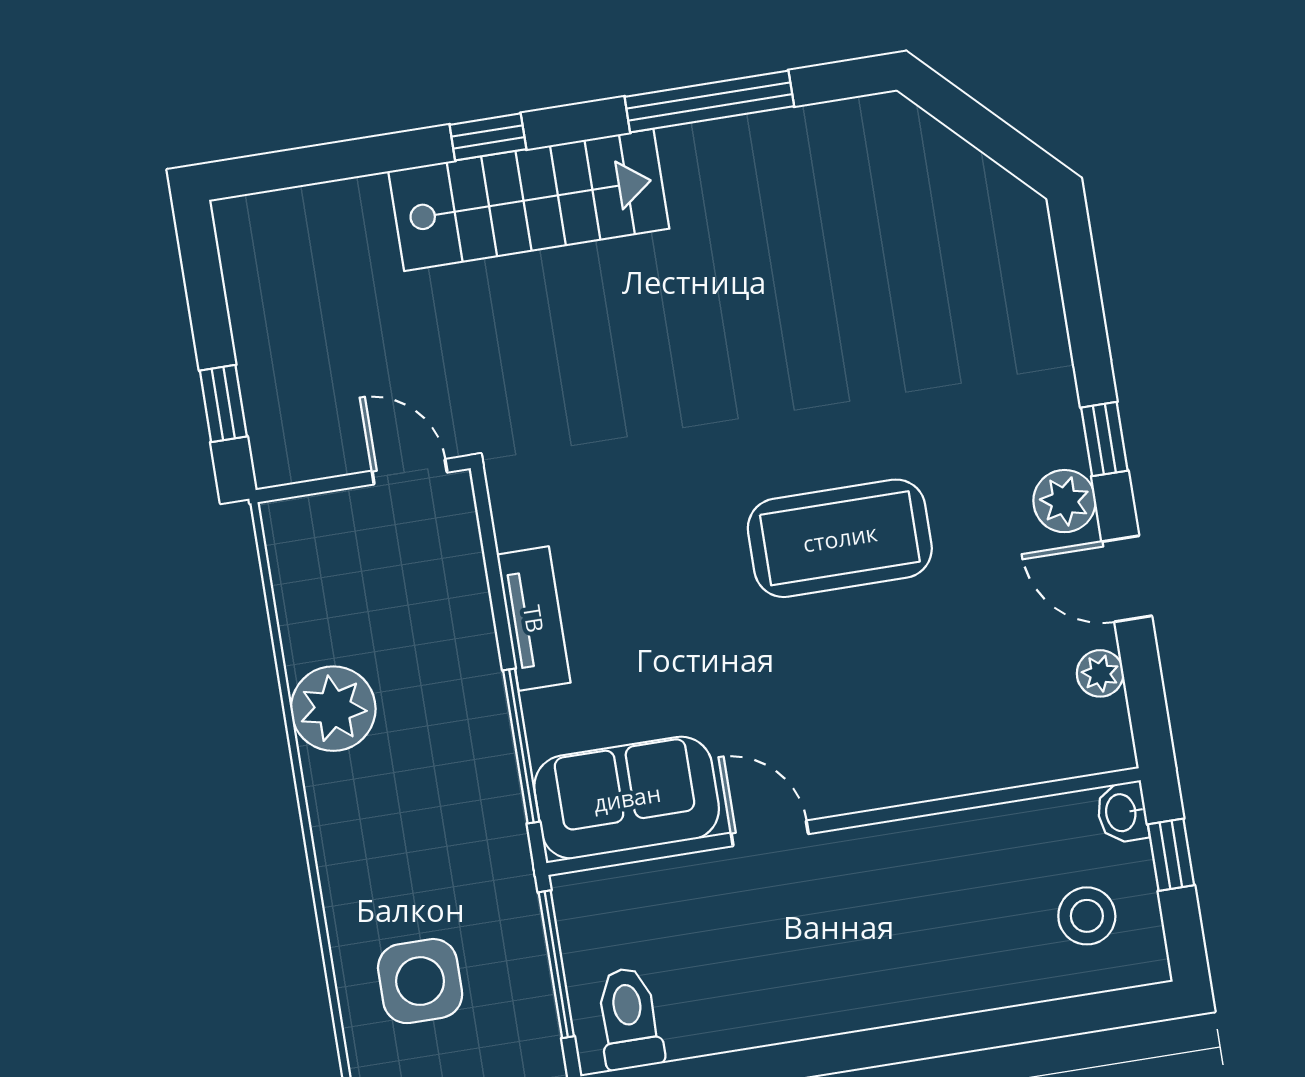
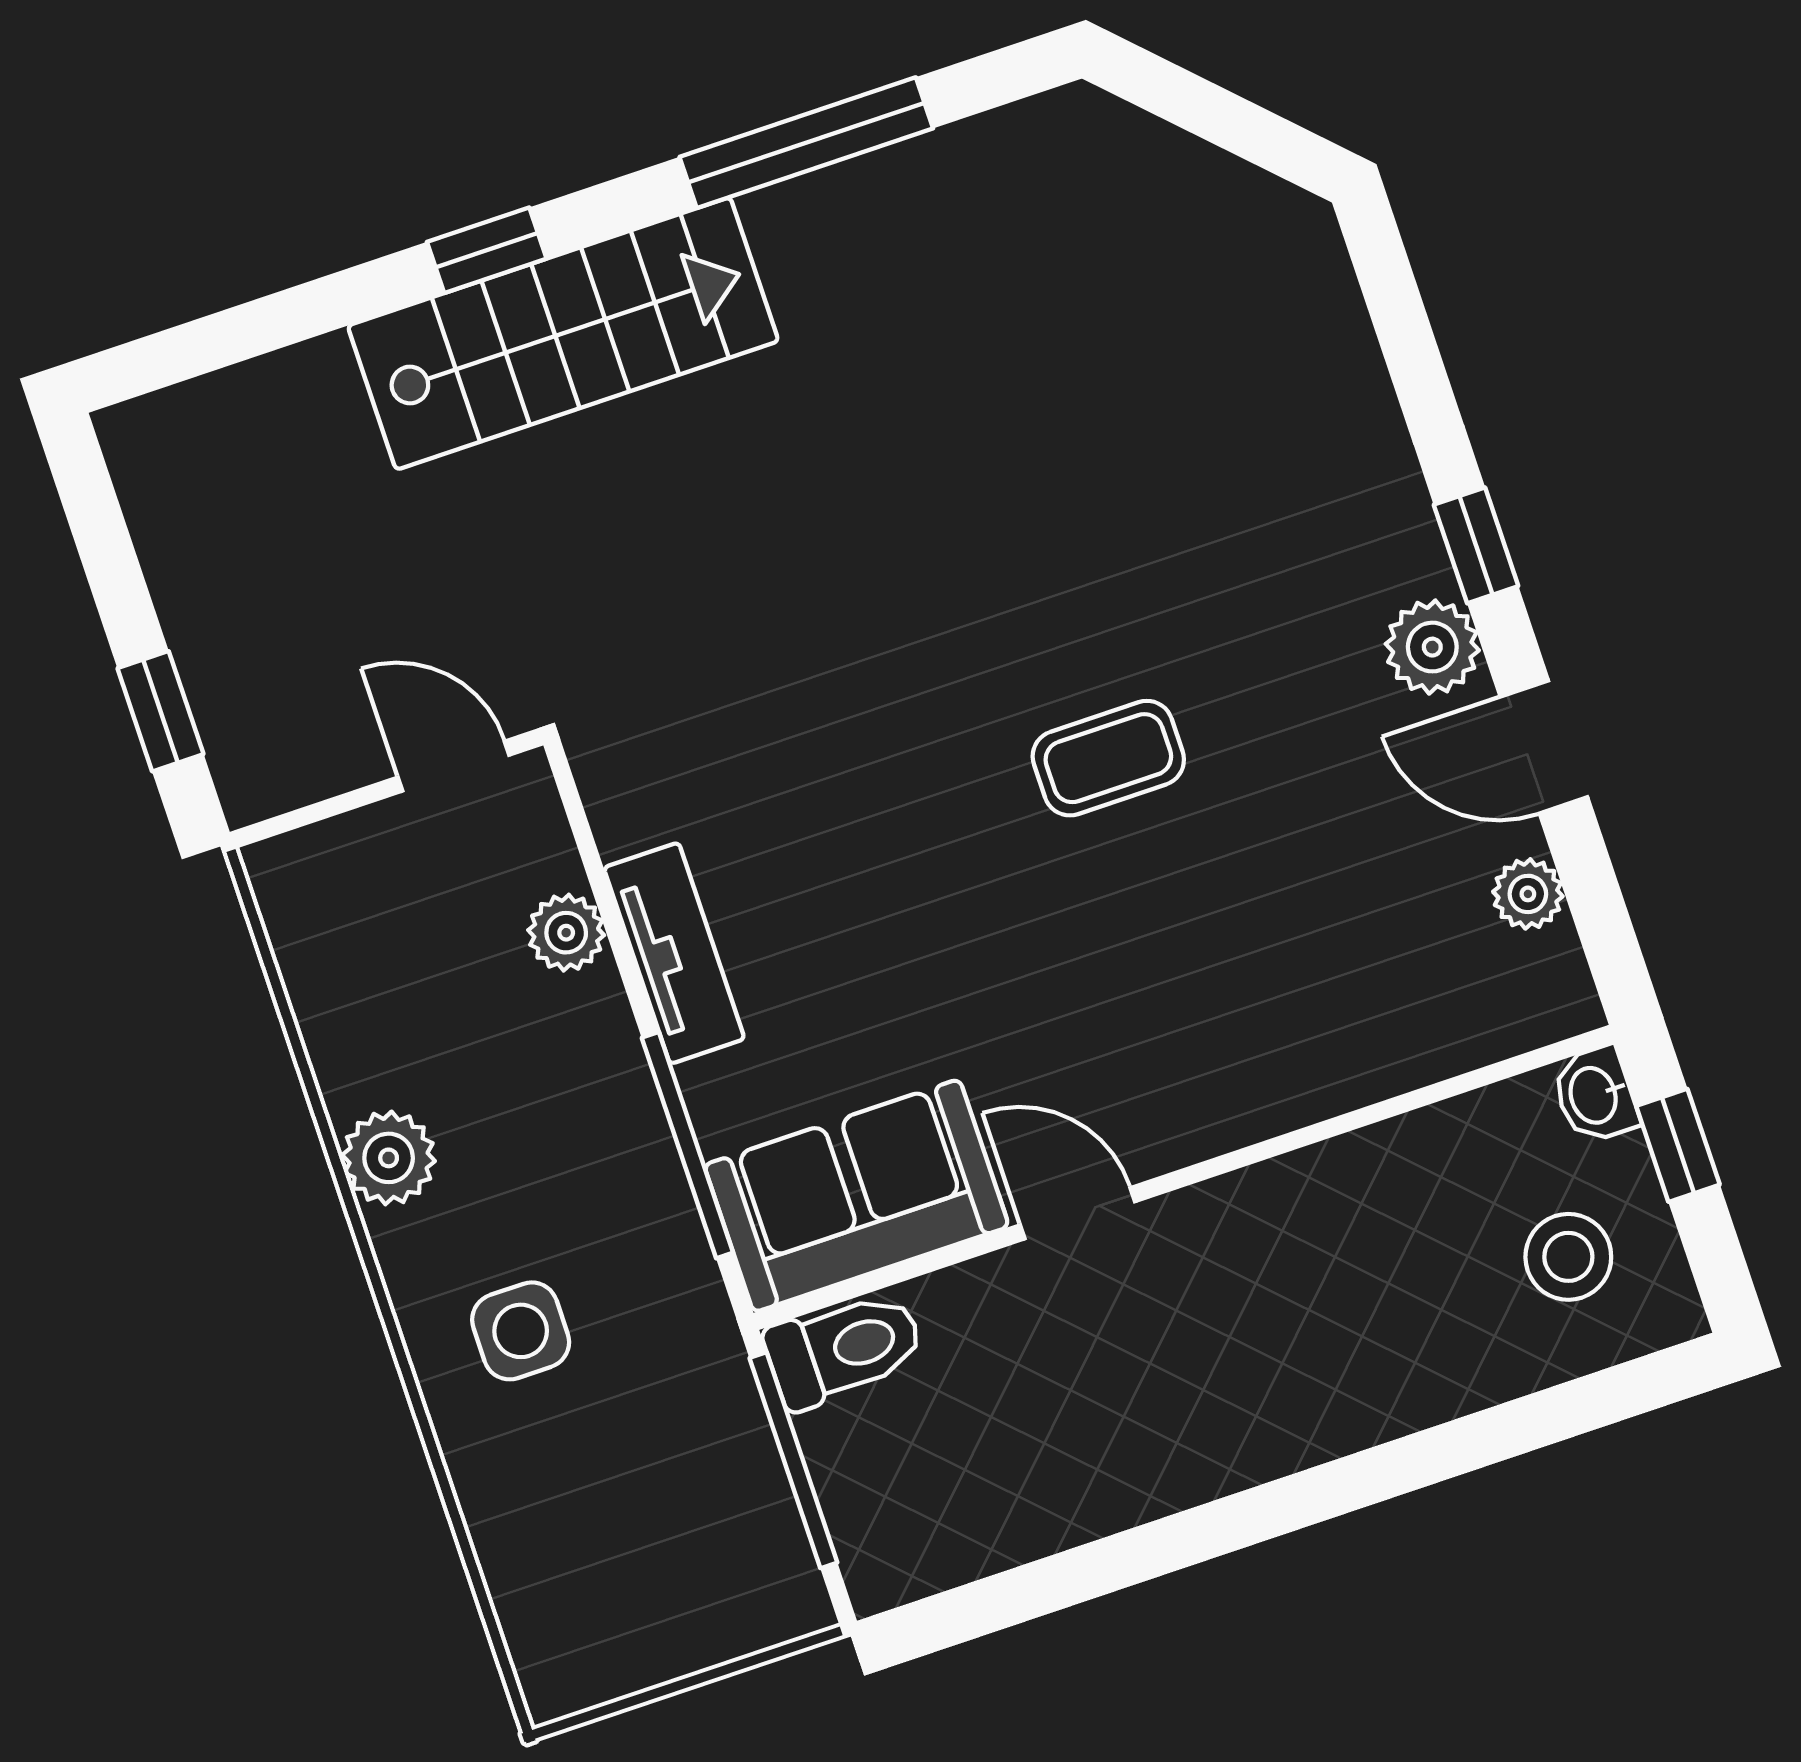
coffee table: (840, 538) -> (1108, 758), width x0.54, depth x0.58
plant: (465, 593) -> (566, 933), added
plant: (333, 709) -> (389, 1158), width x0.73, depth x0.73
side table: (420, 981) -> (521, 1331), moved, width x0.73, depth x0.73
toilet: (629, 1018) -> (844, 1349), moved, turned 90

